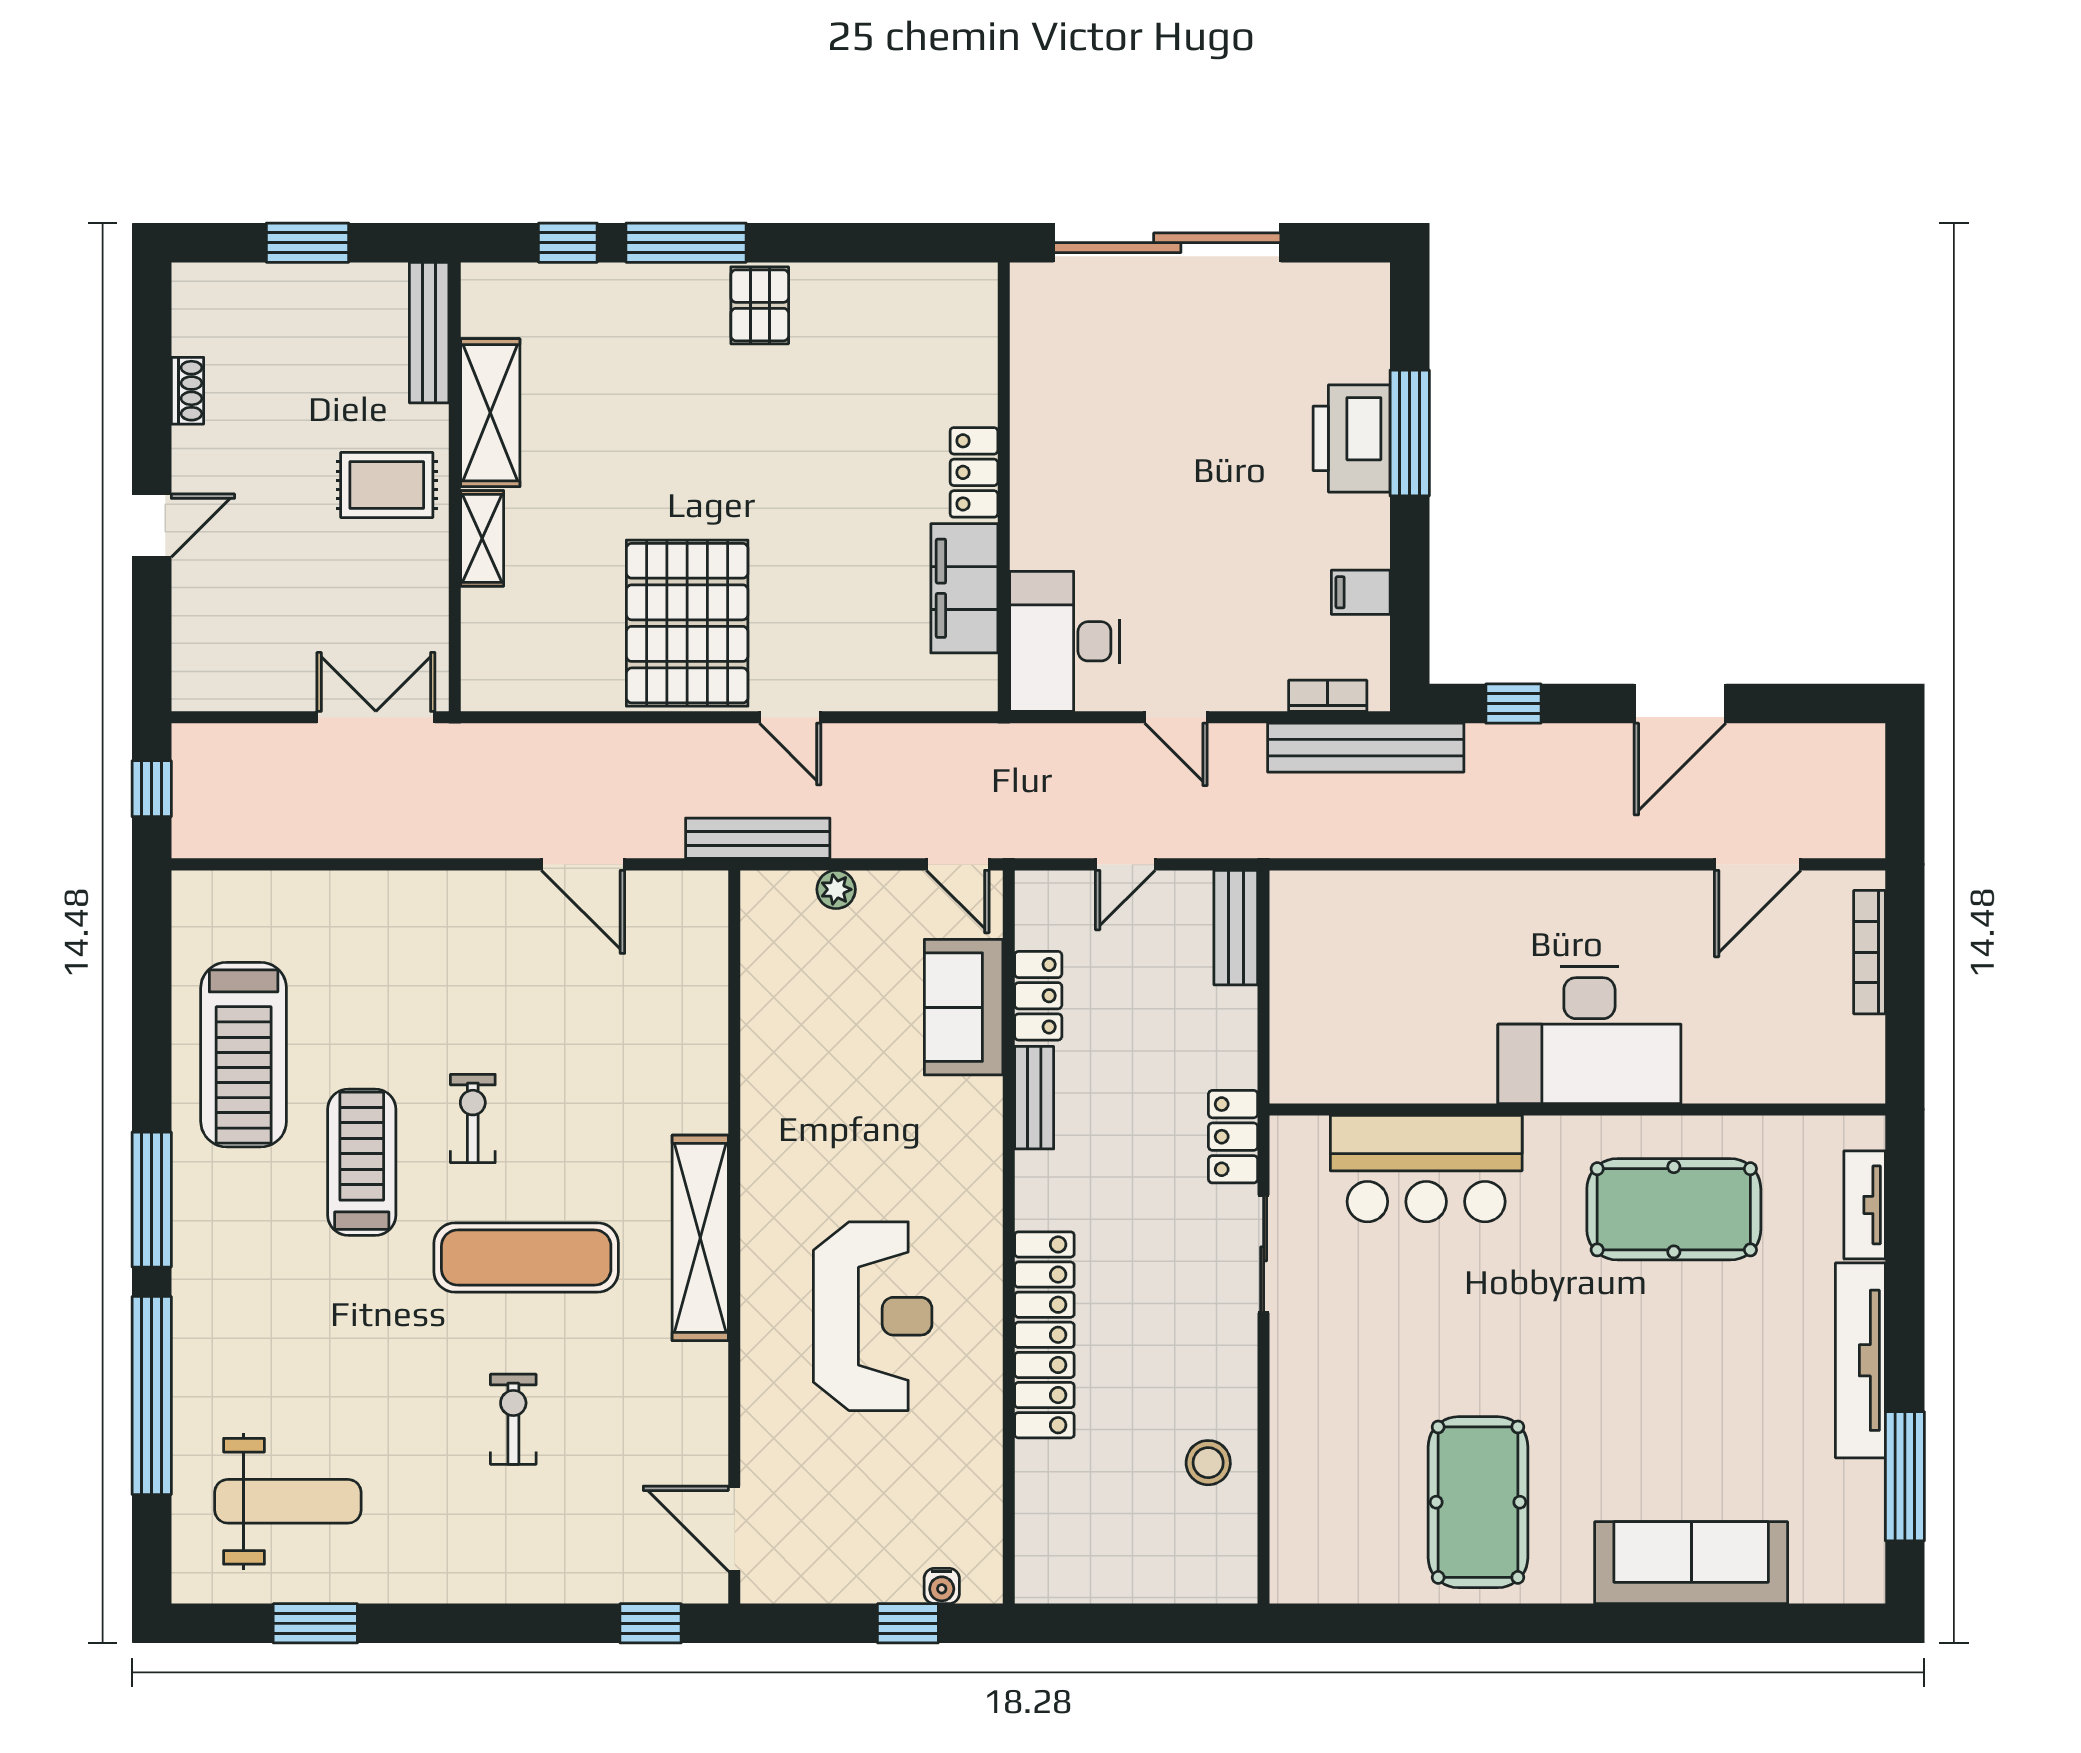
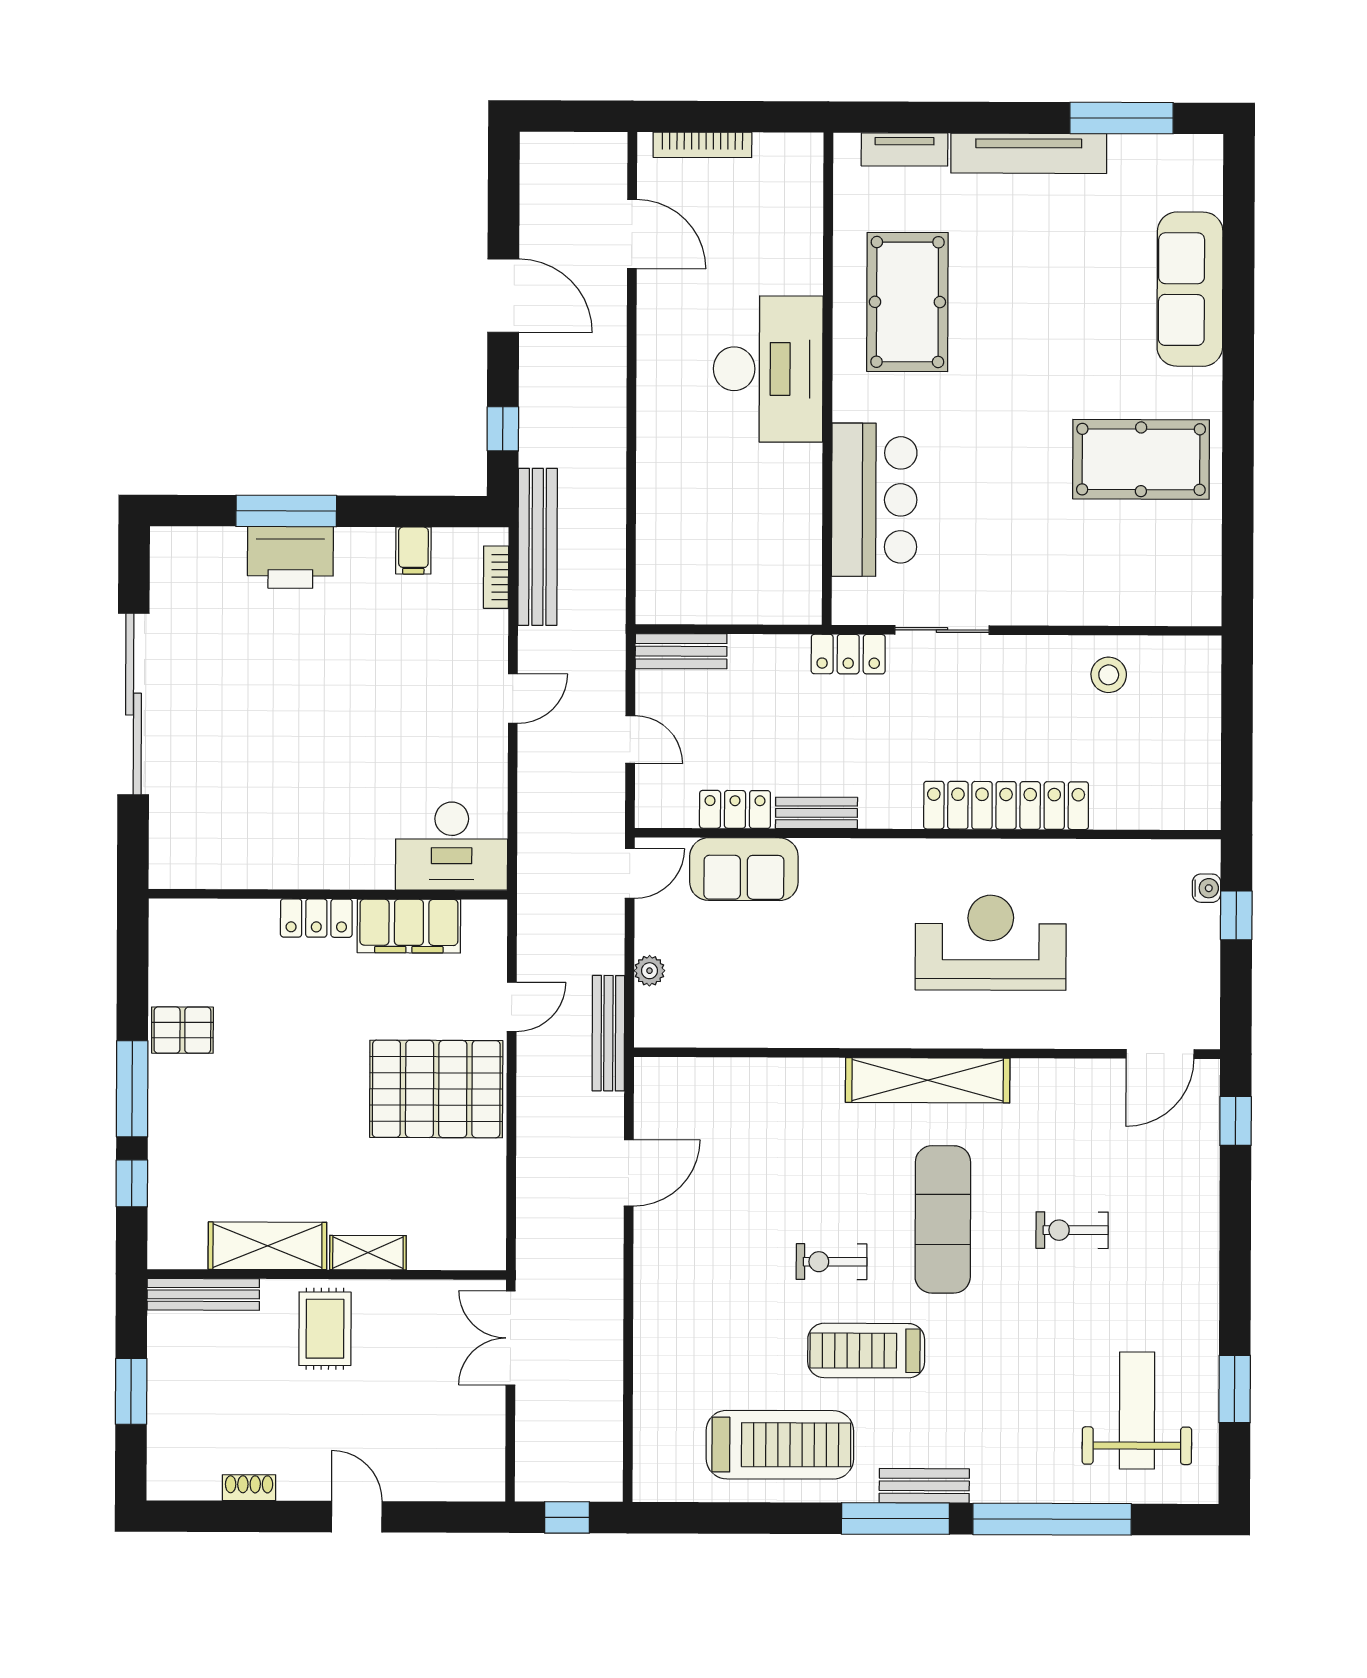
locker: (974, 472) -> (316, 918), moved
wall: (1004, 487) -> (328, 894), moved
filing cabinet: (964, 588) -> (409, 926), moved
desk: (1065, 641) -> (452, 846), moved
bench: (193, 1235) -> (924, 1486), added

